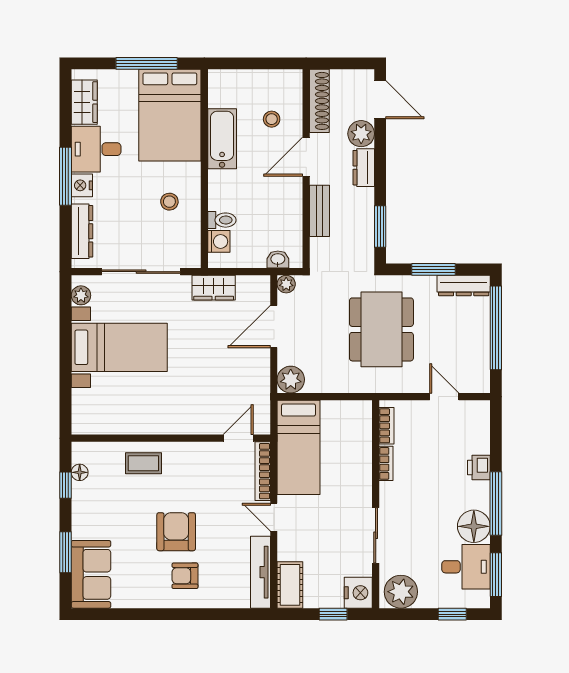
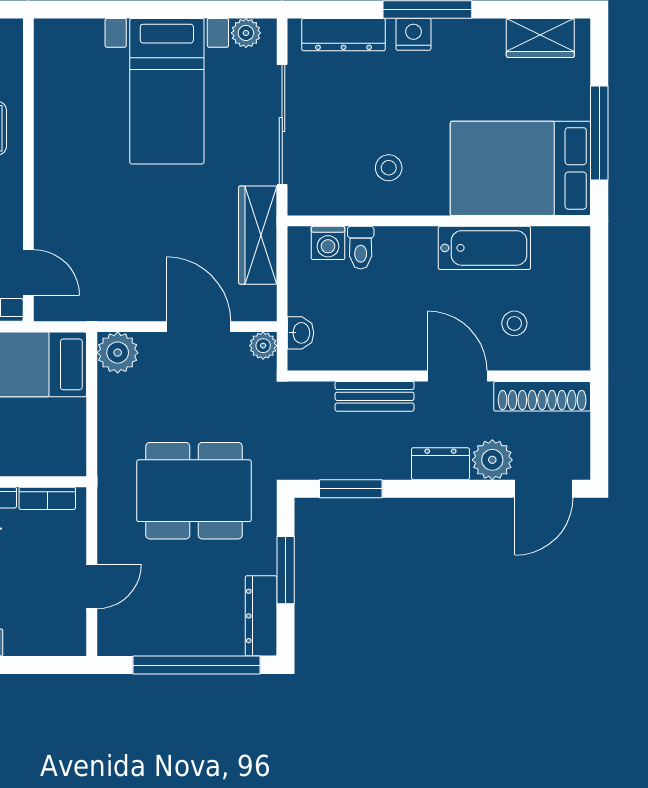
desk: (96, 149) -> (469, 56), removed
wardrobe: (214, 288) -> (258, 235), width x1.50

